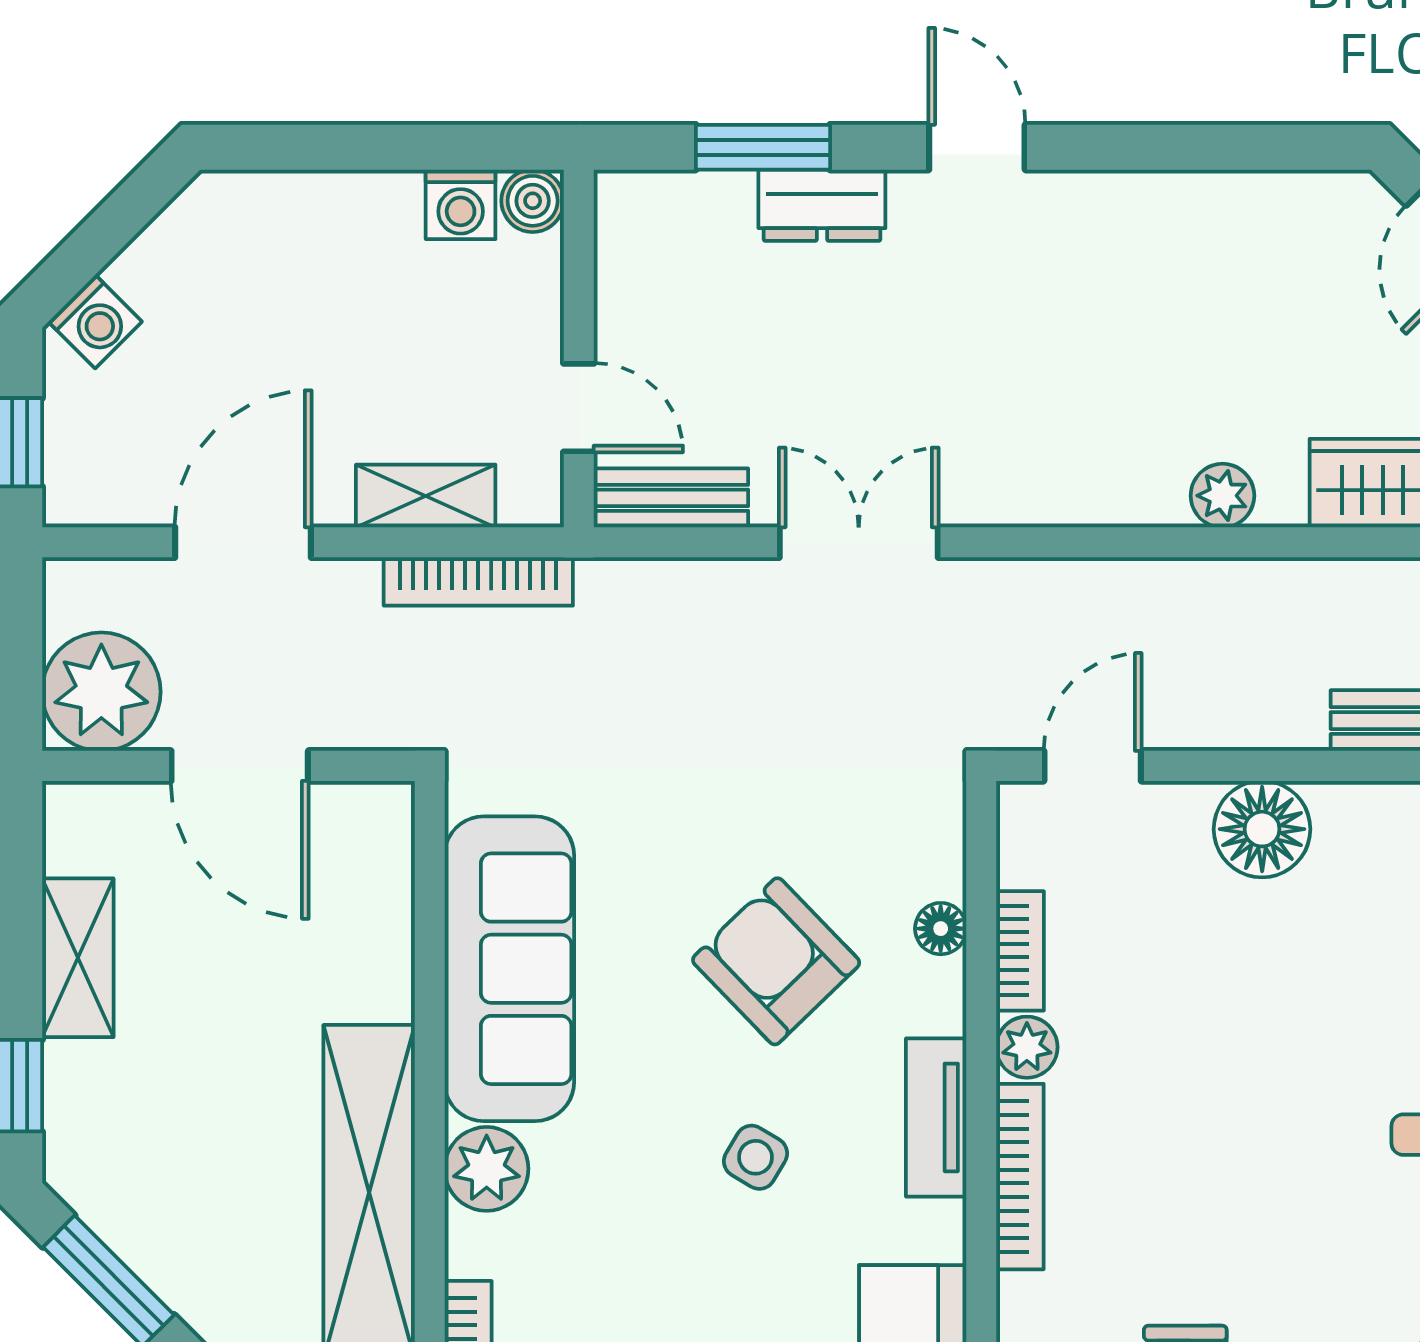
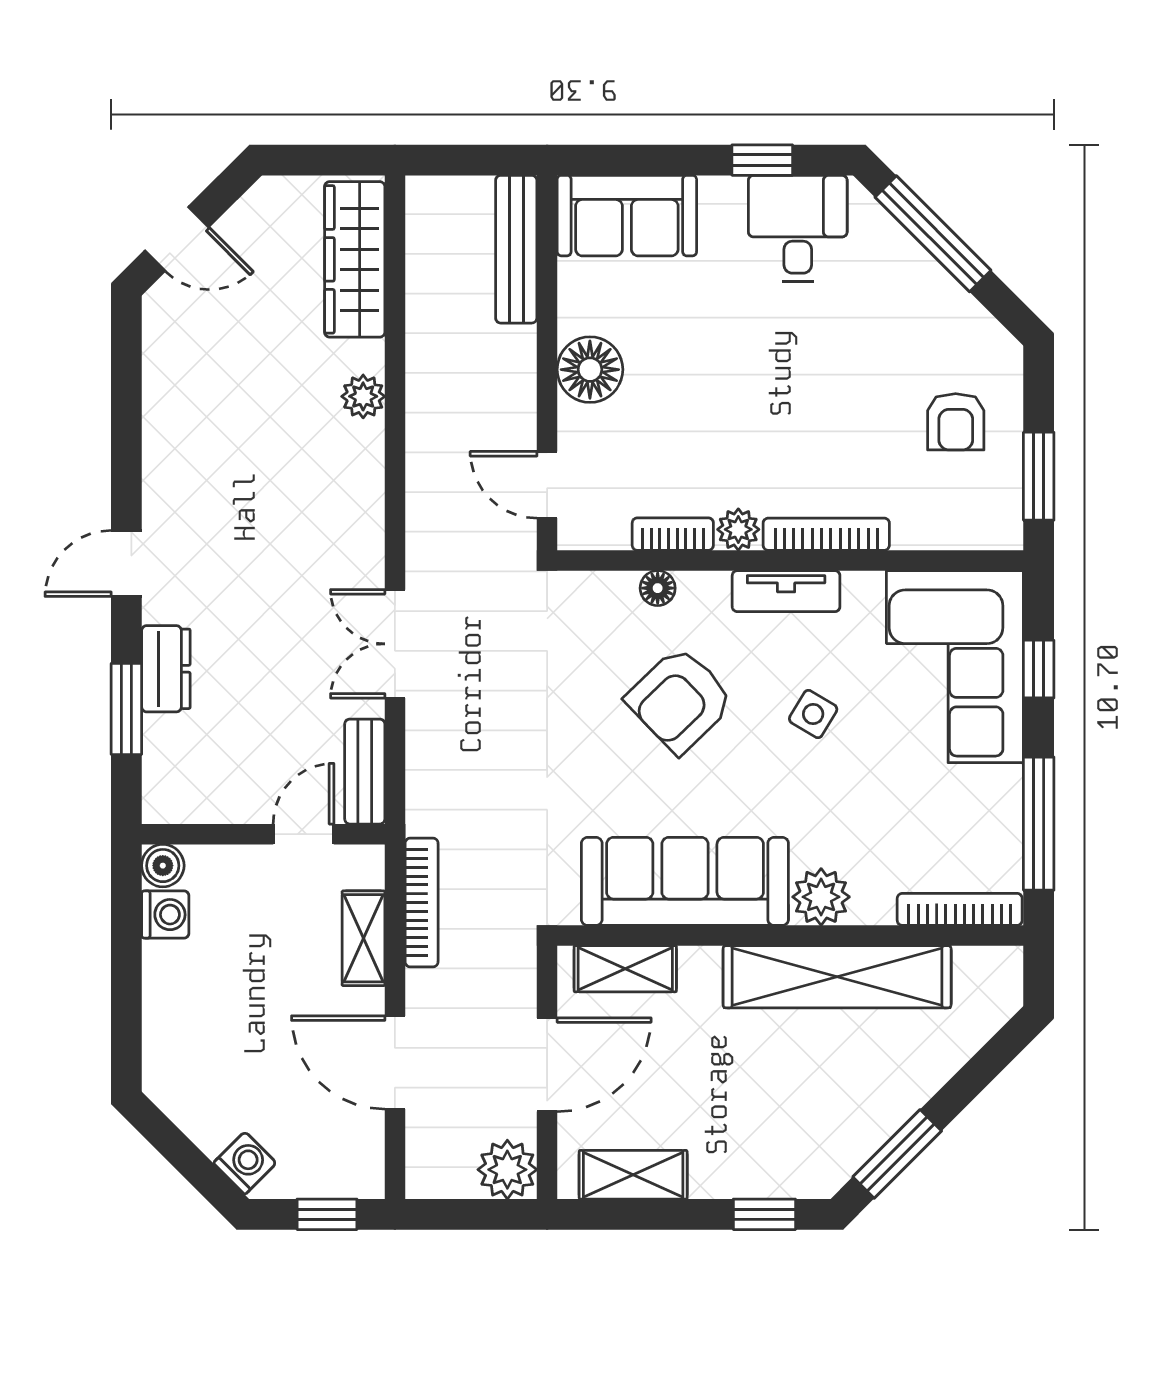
plant: (101, 692) -> (507, 1170), width x0.73, depth x0.73
shelving: (381, 881) -> (625, 969), added
shelving: (78, 958) -> (633, 1175), moved

